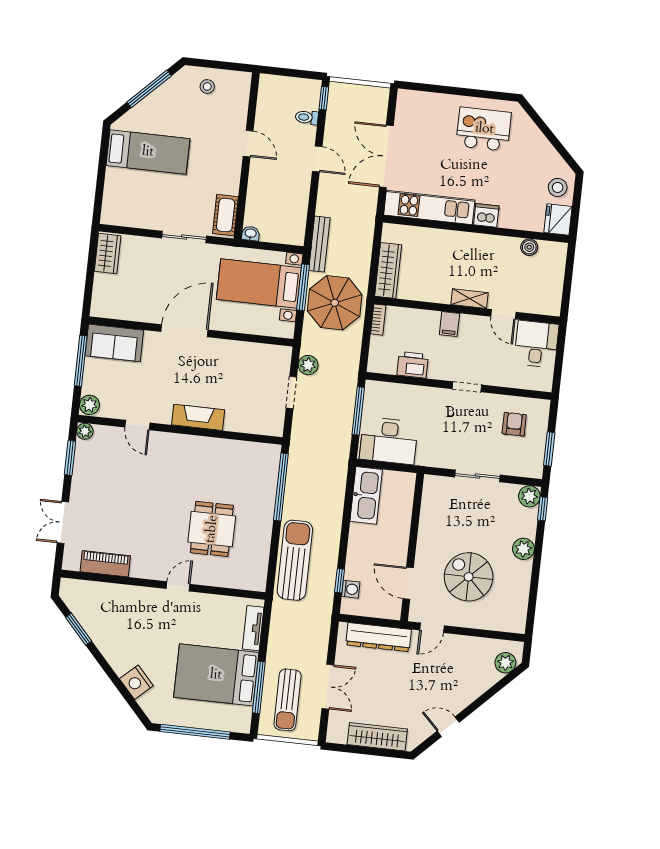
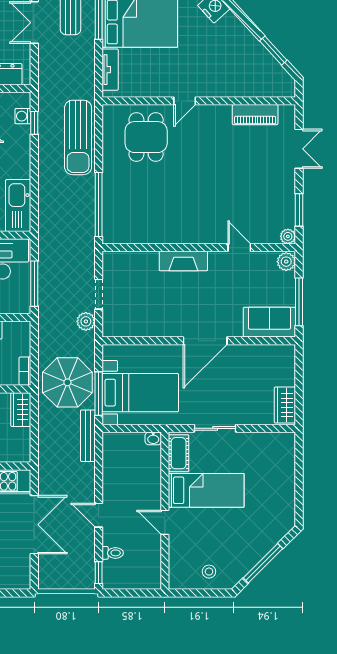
bed: (148, 152) -> (206, 490), moved, turned 180
wardrobe: (388, 270) -> (21, 410), width x0.67
dining table: (212, 529) -> (146, 137), moved

